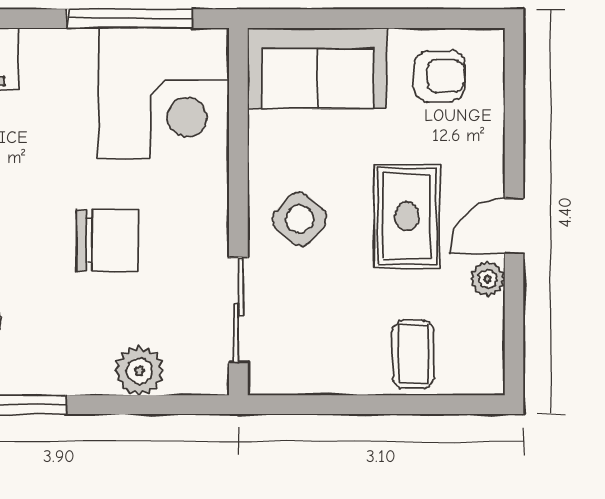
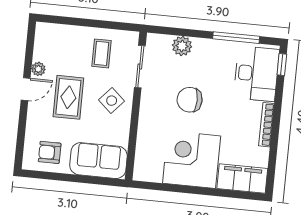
window: (129, 19) -> (172, 188), removed
corner desk: (164, 93) -> (192, 160), moved
coffee table: (413, 354) -> (102, 53), moved

